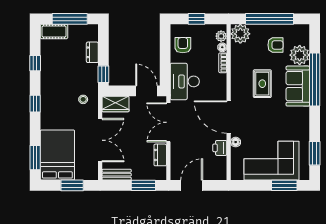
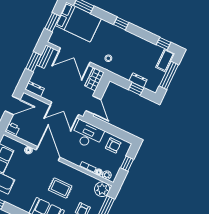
window: (35, 63) -> (164, 44), moved
window: (103, 74) -> (136, 89), moved
door: (146, 91) -> (93, 105), hinge flipped
door: (229, 117) -> (48, 154), hinge flipped
double door: (168, 122) -> (64, 110), swing flipped
printer: (220, 148) -> (12, 129), moved
dresser: (160, 155) -> (35, 89), moved
window: (143, 185) -> (33, 62), moved
door: (192, 185) -> (13, 105), hinge flipped

